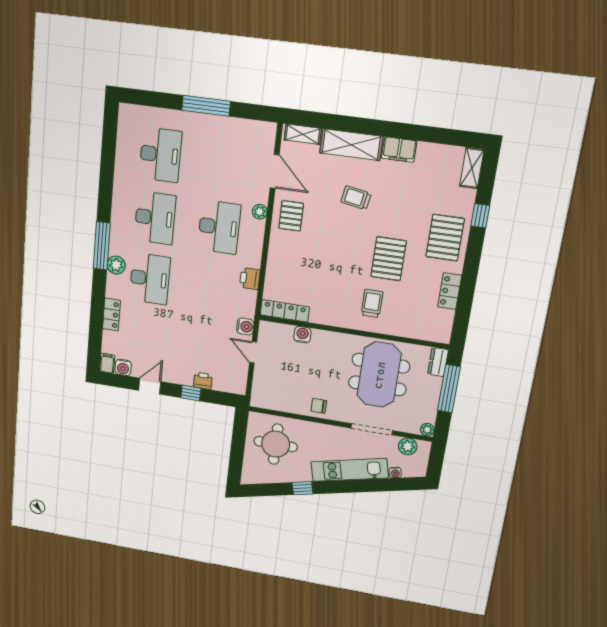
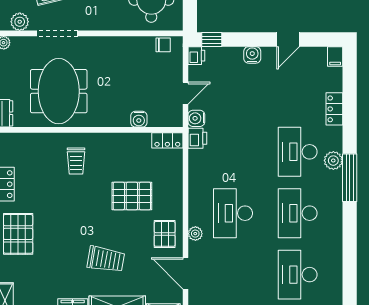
trolley: (356, 198) -> (106, 259), width x1.36, depth x1.39
pallet: (388, 259) -> (132, 196), moved, turned 90
printer: (250, 279) -> (197, 138), moved
locker: (285, 311) -> (167, 140), width x0.66
door: (253, 352) -> (185, 93), hinge flipped
water cooler: (123, 367) -> (252, 55), moved
printer: (203, 381) -> (196, 56), moved, turned -90
window: (191, 393) -> (212, 40), moved
chair: (319, 406) -> (163, 45), moved

